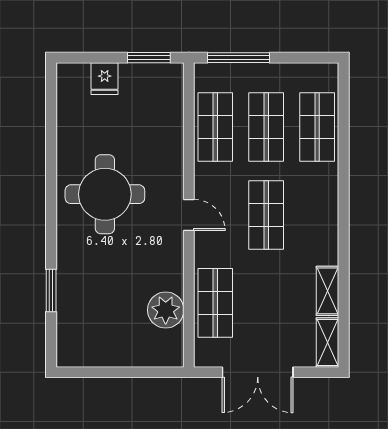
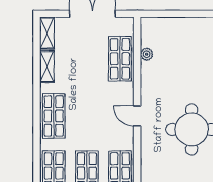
shop shelf: (266, 215) -> (54, 116), moved
plant: (166, 310) -> (147, 54), width x0.53, depth x0.53

